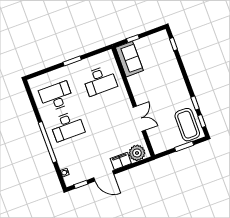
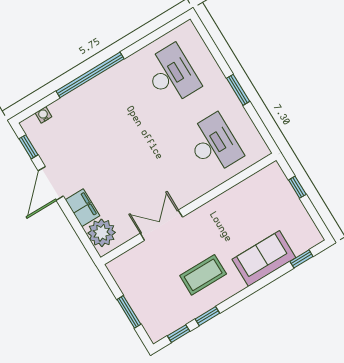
sofa: (129, 59) -> (264, 259), moved, turned 180
desk: (100, 81) -> (214, 144), turned 180
double door: (139, 119) -> (161, 225), swing flipped
coffee table: (187, 125) -> (203, 275), moved, width x0.73, depth x0.76
desk: (67, 126) -> (124, 103), removed

